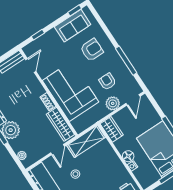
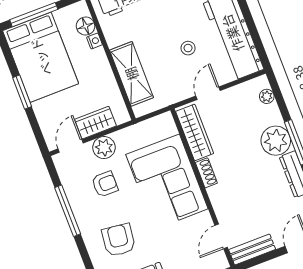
armchair: (92, 50) -> (119, 240), turned 97
armchair: (107, 82) -> (105, 184), turned -90
wardrobe: (112, 129) -> (95, 123), moved, turned 90
shelving: (86, 141) -> (131, 74), moved, turned 90
floor lamp: (128, 156) -> (86, 26), moved

